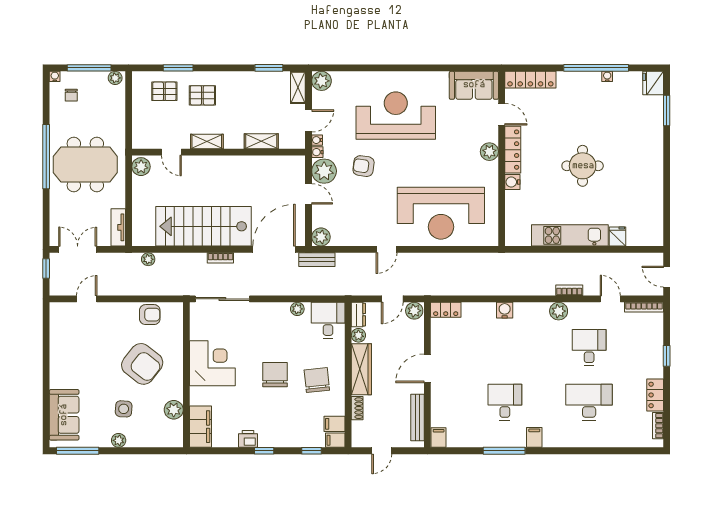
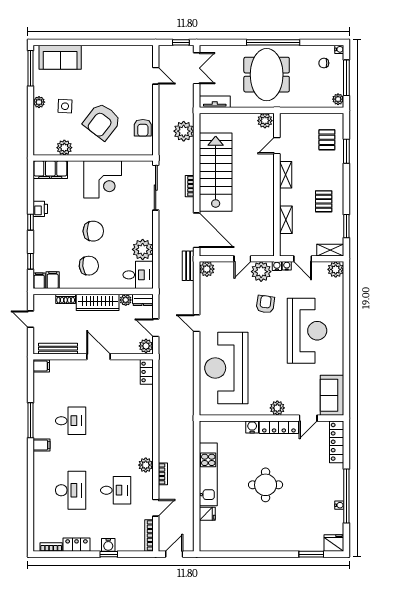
pallet: (202, 95) -> (324, 201), moved
plant: (148, 259) -> (184, 131), width x1.88, depth x1.88
plant: (297, 309) -> (143, 249), width x1.87, depth x1.87
water cooler: (505, 310) -> (108, 545), moved, turned 90

